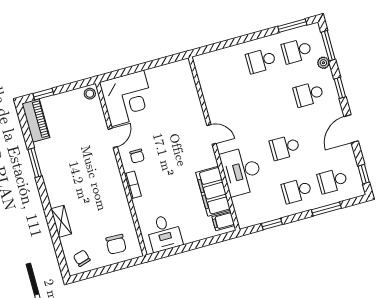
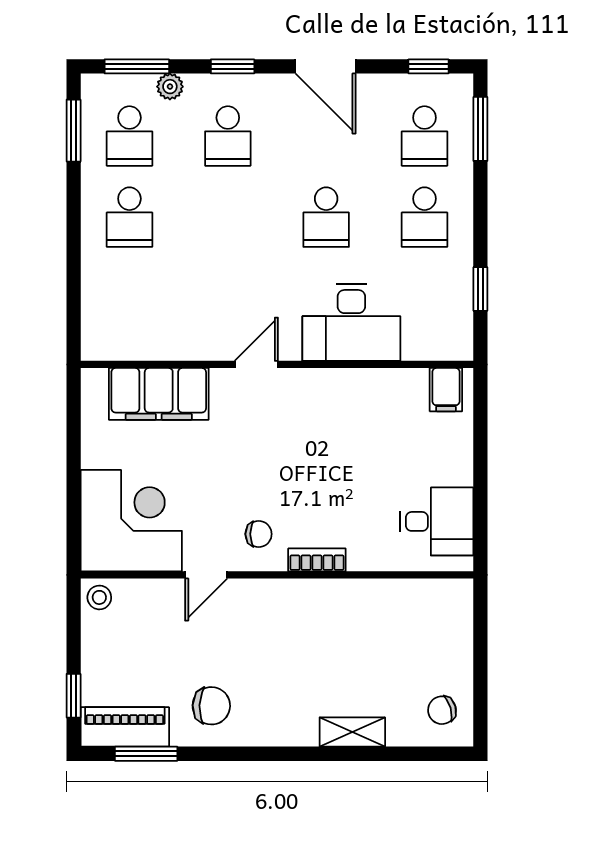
door: (113, 138) -> (206, 575), swing flipped
window: (35, 163) -> (146, 754), moved
filing cabinet: (213, 191) -> (159, 394), moved
window: (326, 209) -> (480, 129), moved
chair: (116, 244) -> (211, 706), moved

